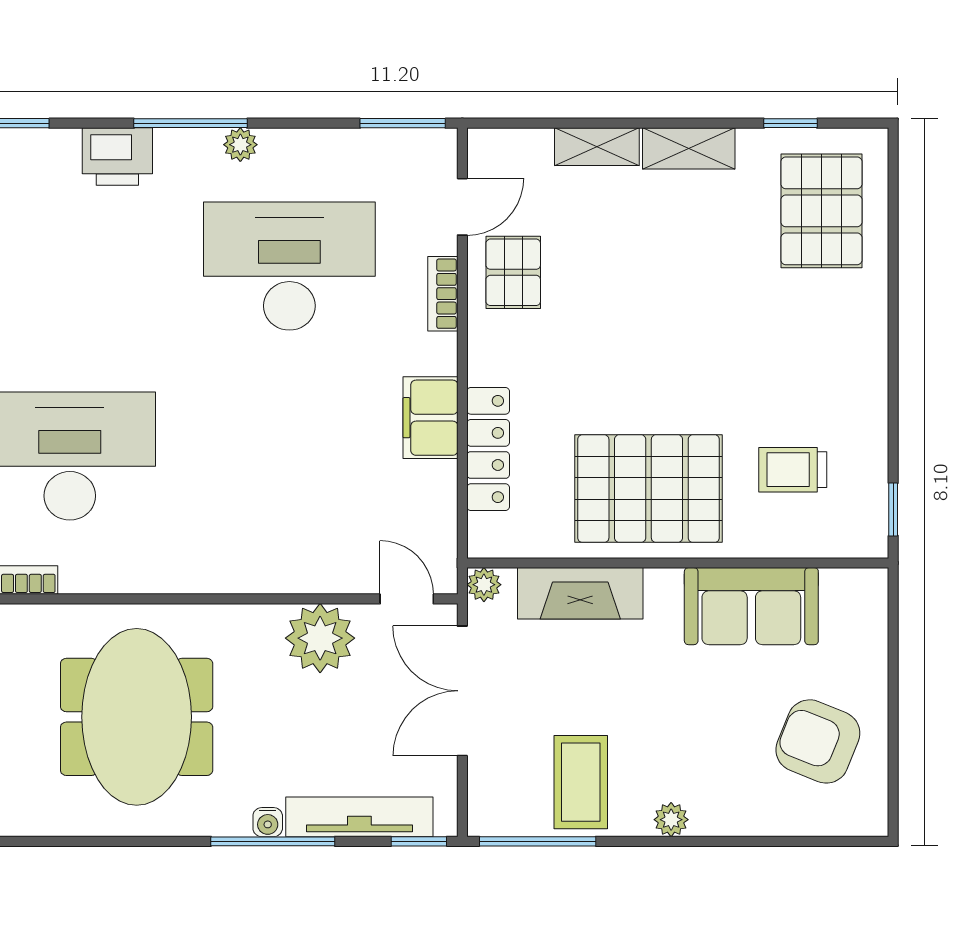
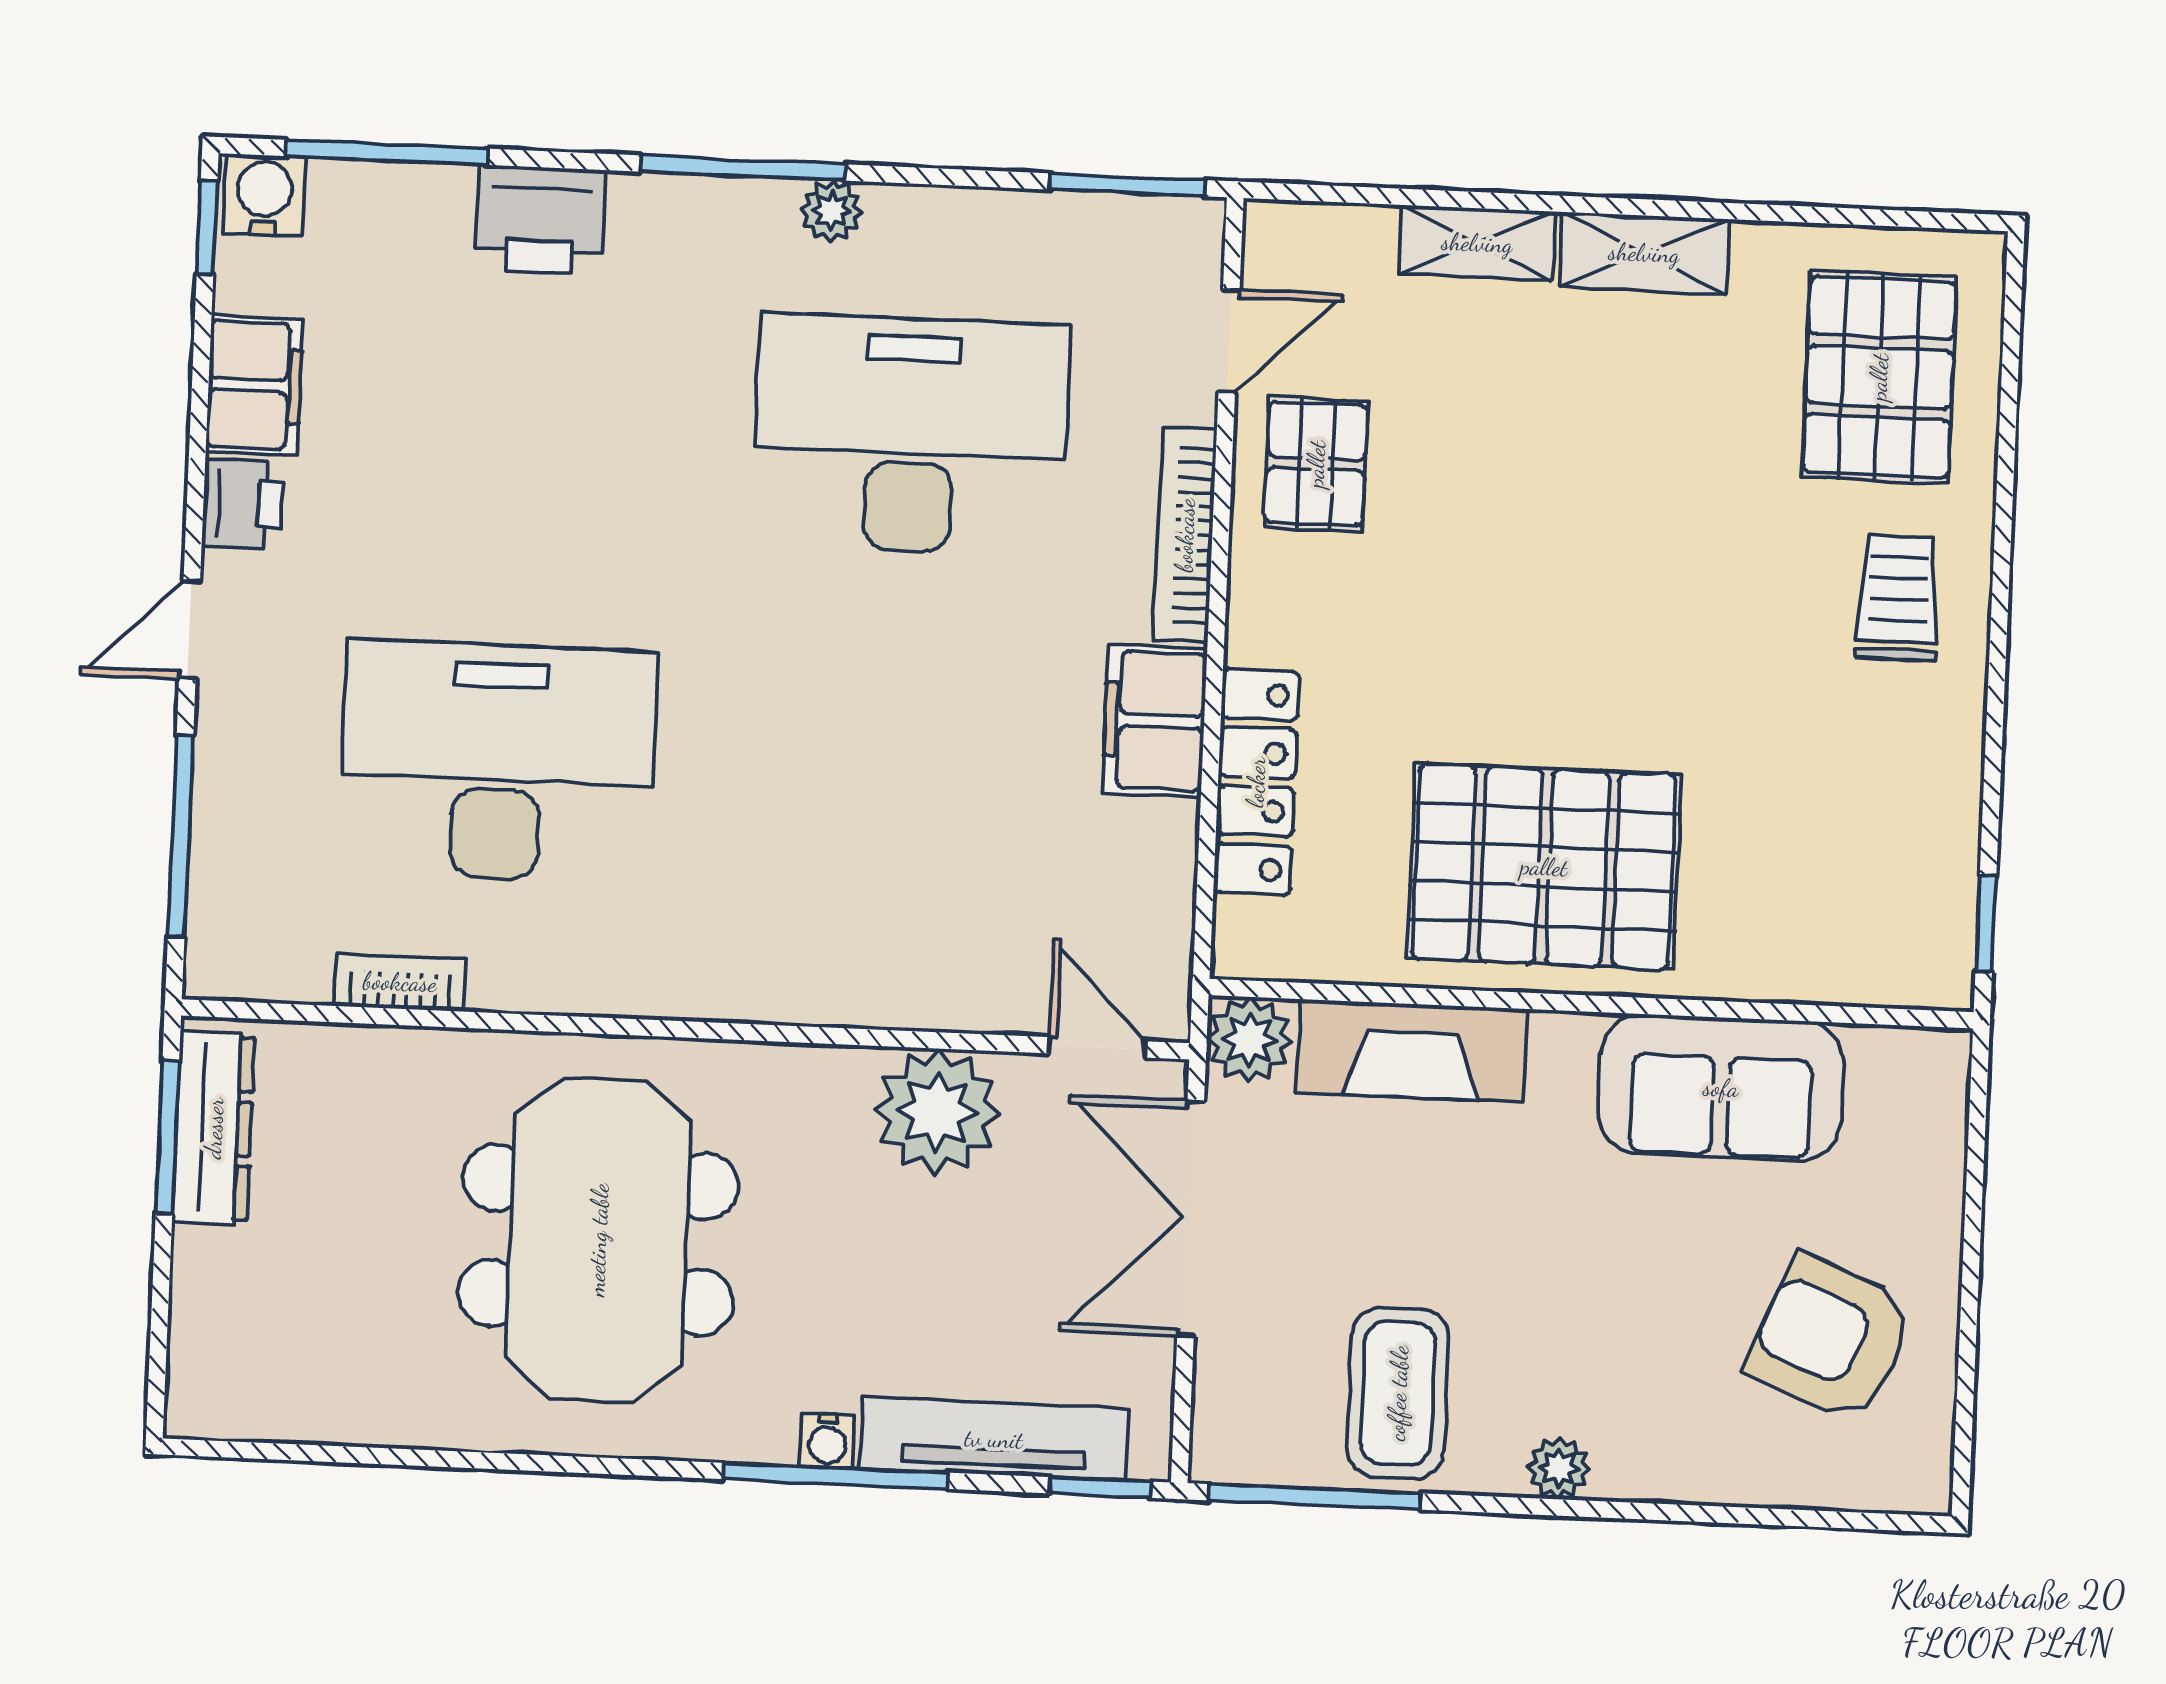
window: (790, 123) -> (1830, 215), removed
printer: (117, 157) -> (541, 220), moved
bookcase: (443, 294) -> (1185, 535), width x1.56
trolley: (793, 470) -> (1898, 598), moved, turned 90
plant: (484, 585) -> (1249, 1040), width x1.38, depth x1.38

